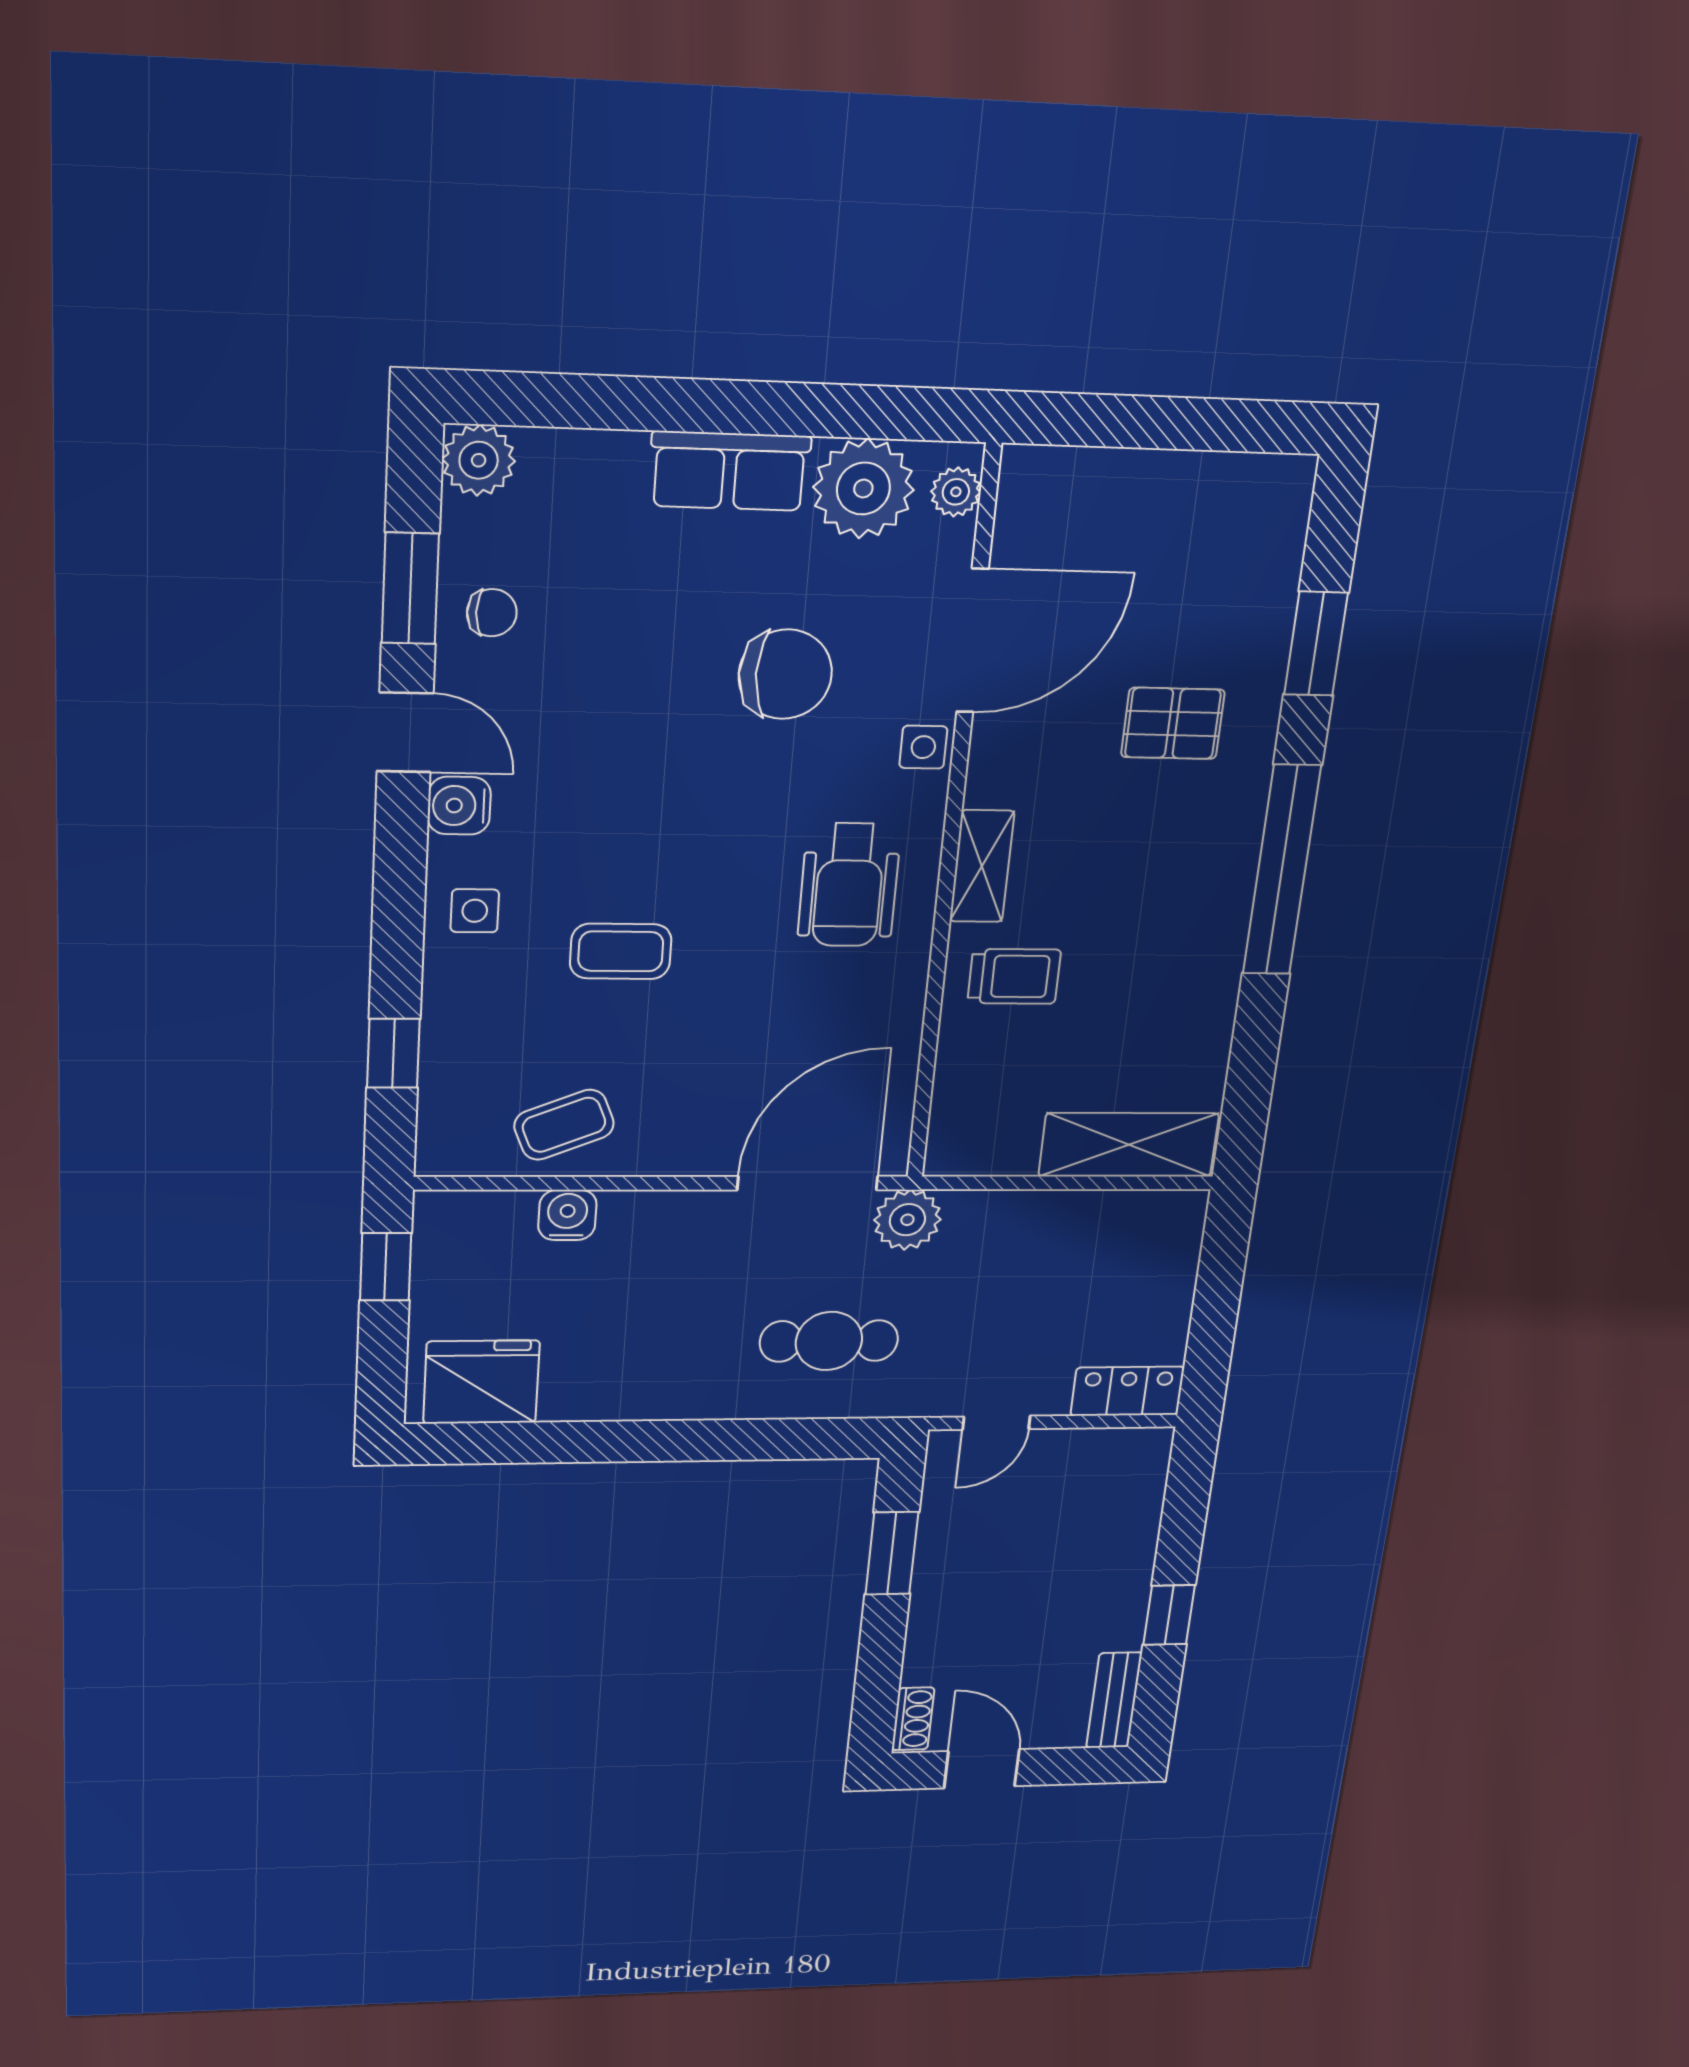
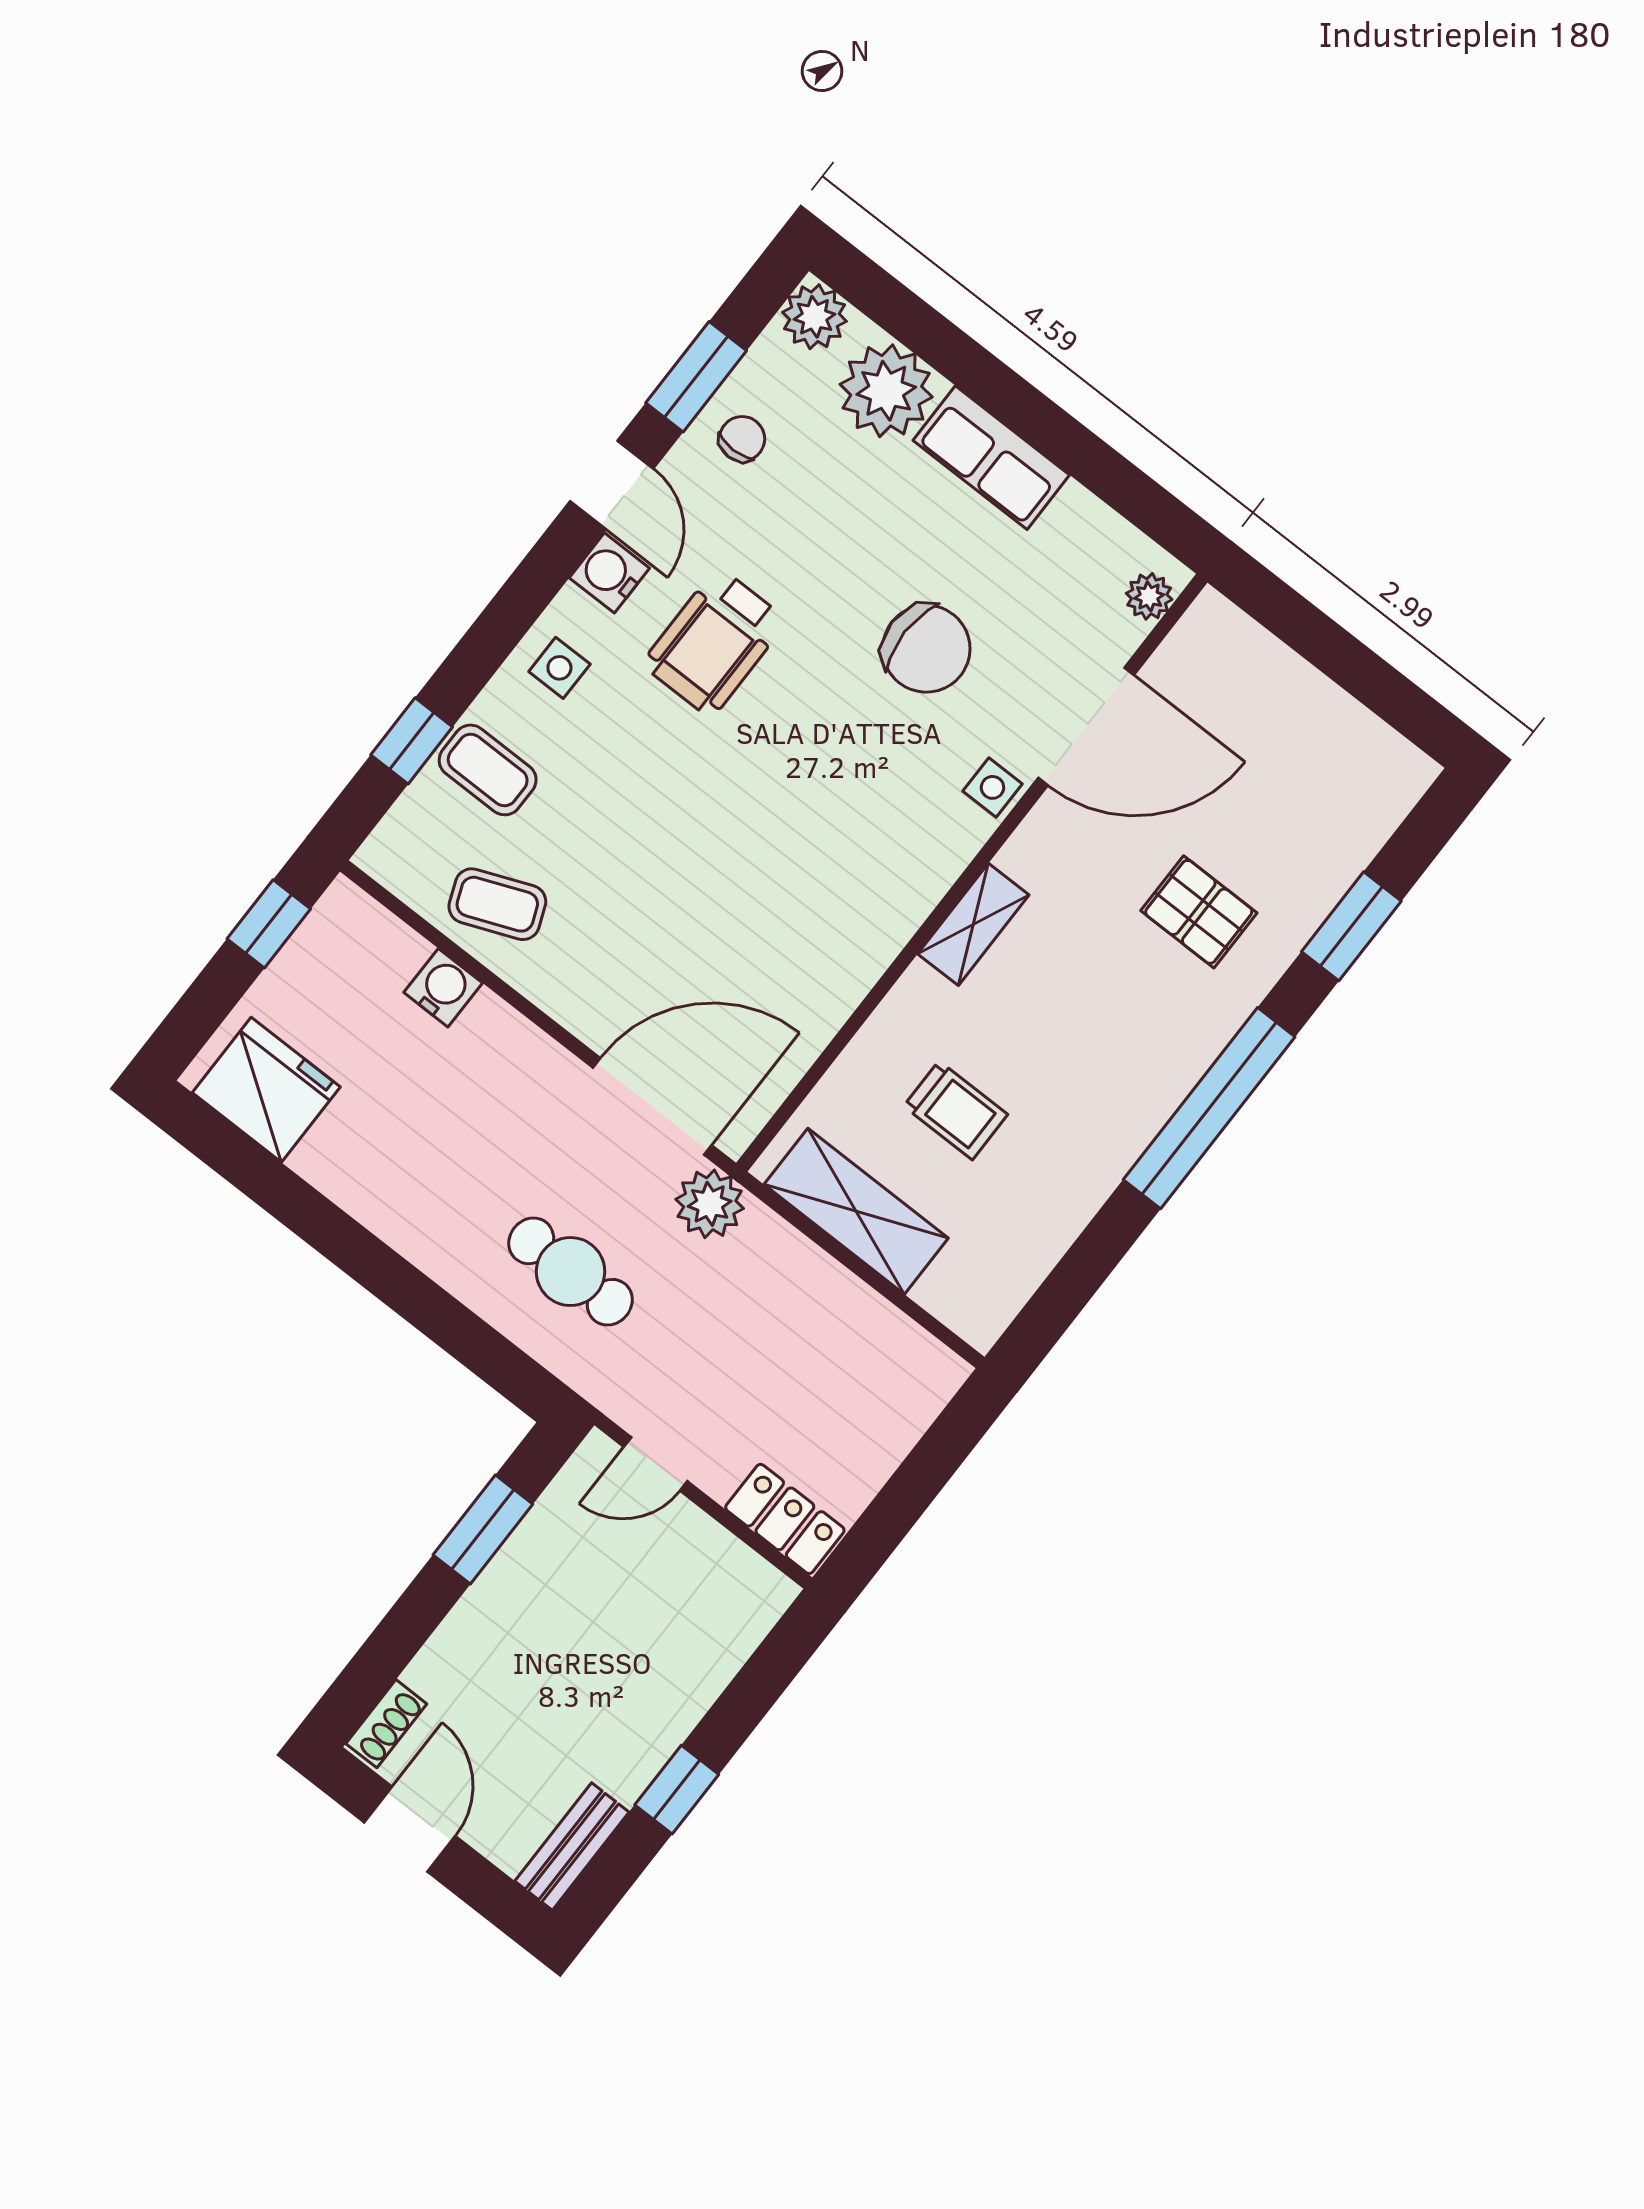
plant: (863, 489) -> (886, 391), moved
chair: (492, 613) -> (742, 439), turned -90
wheelchair: (849, 885) -> (714, 642), moved
coffee table: (621, 951) -> (488, 770), moved
trolley: (1014, 976) -> (956, 1110), moved
shelving: (1129, 1145) -> (856, 1211), moved

